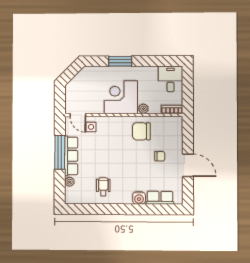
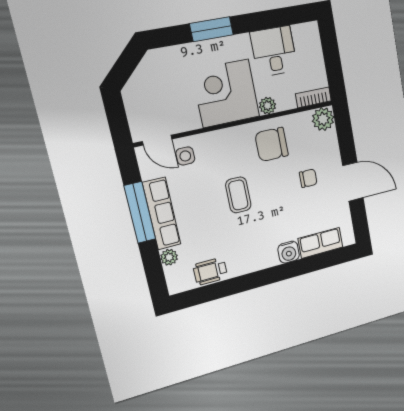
desk: (171, 79) -> (274, 51), moved
plant: (176, 123) -> (323, 119), added
coffee table: (116, 156) -> (238, 195), added
wheelchair: (103, 187) -> (210, 271), moved, turned -90

